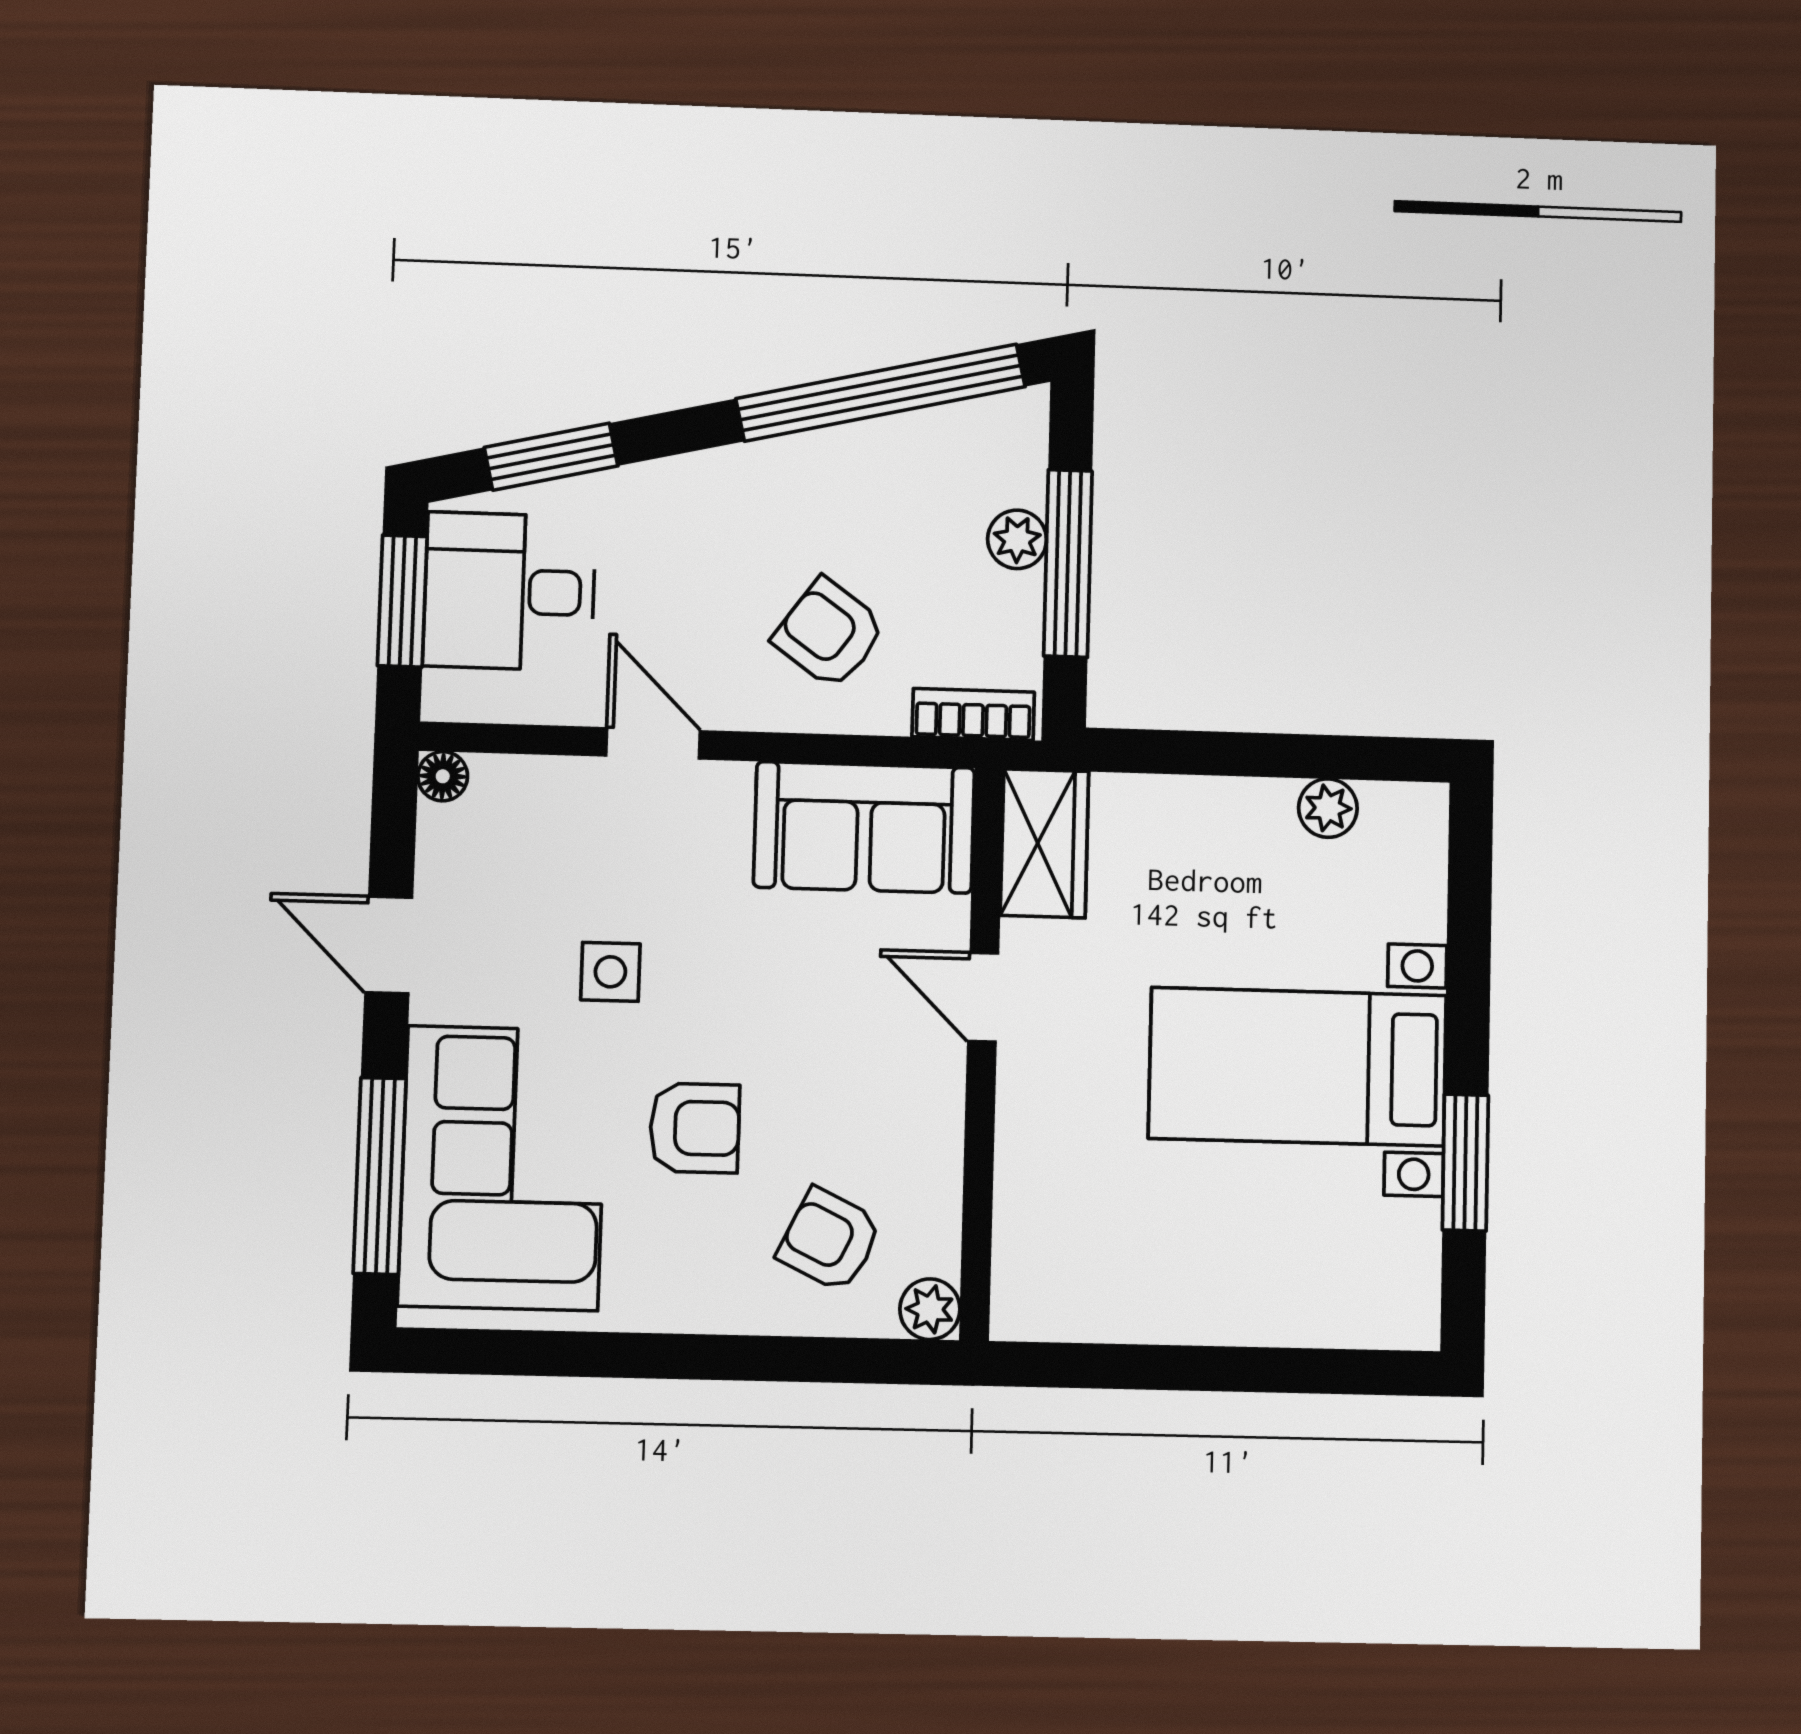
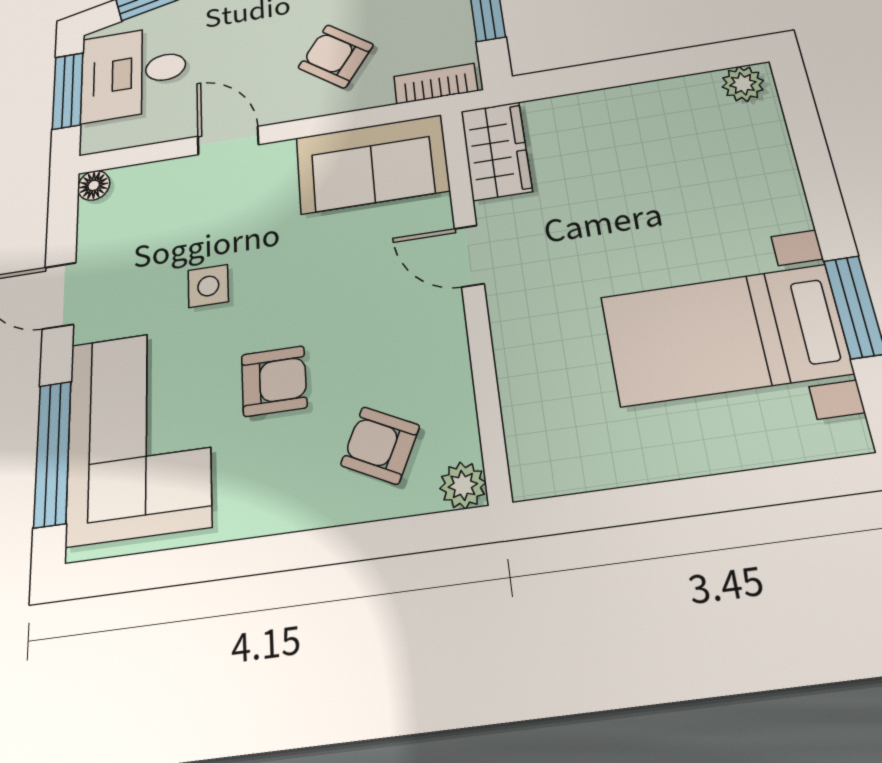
plant: (1328, 808) -> (743, 84), moved
bed with nightstands: (1298, 1067) -> (724, 335), moved

